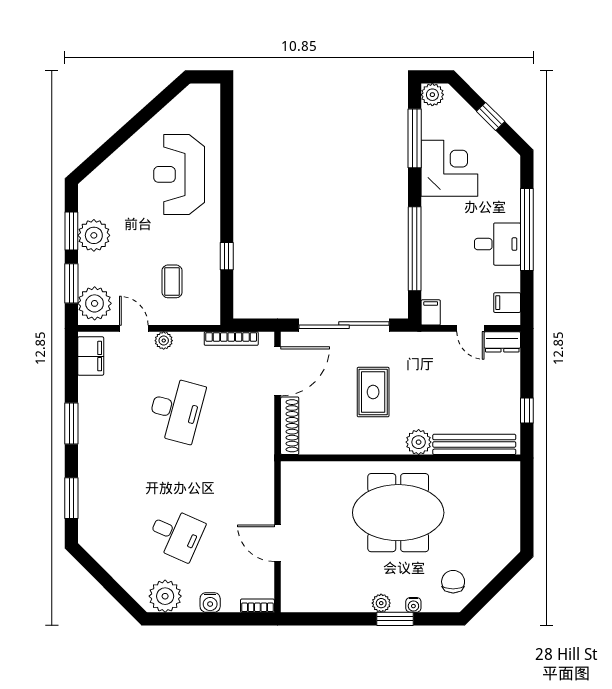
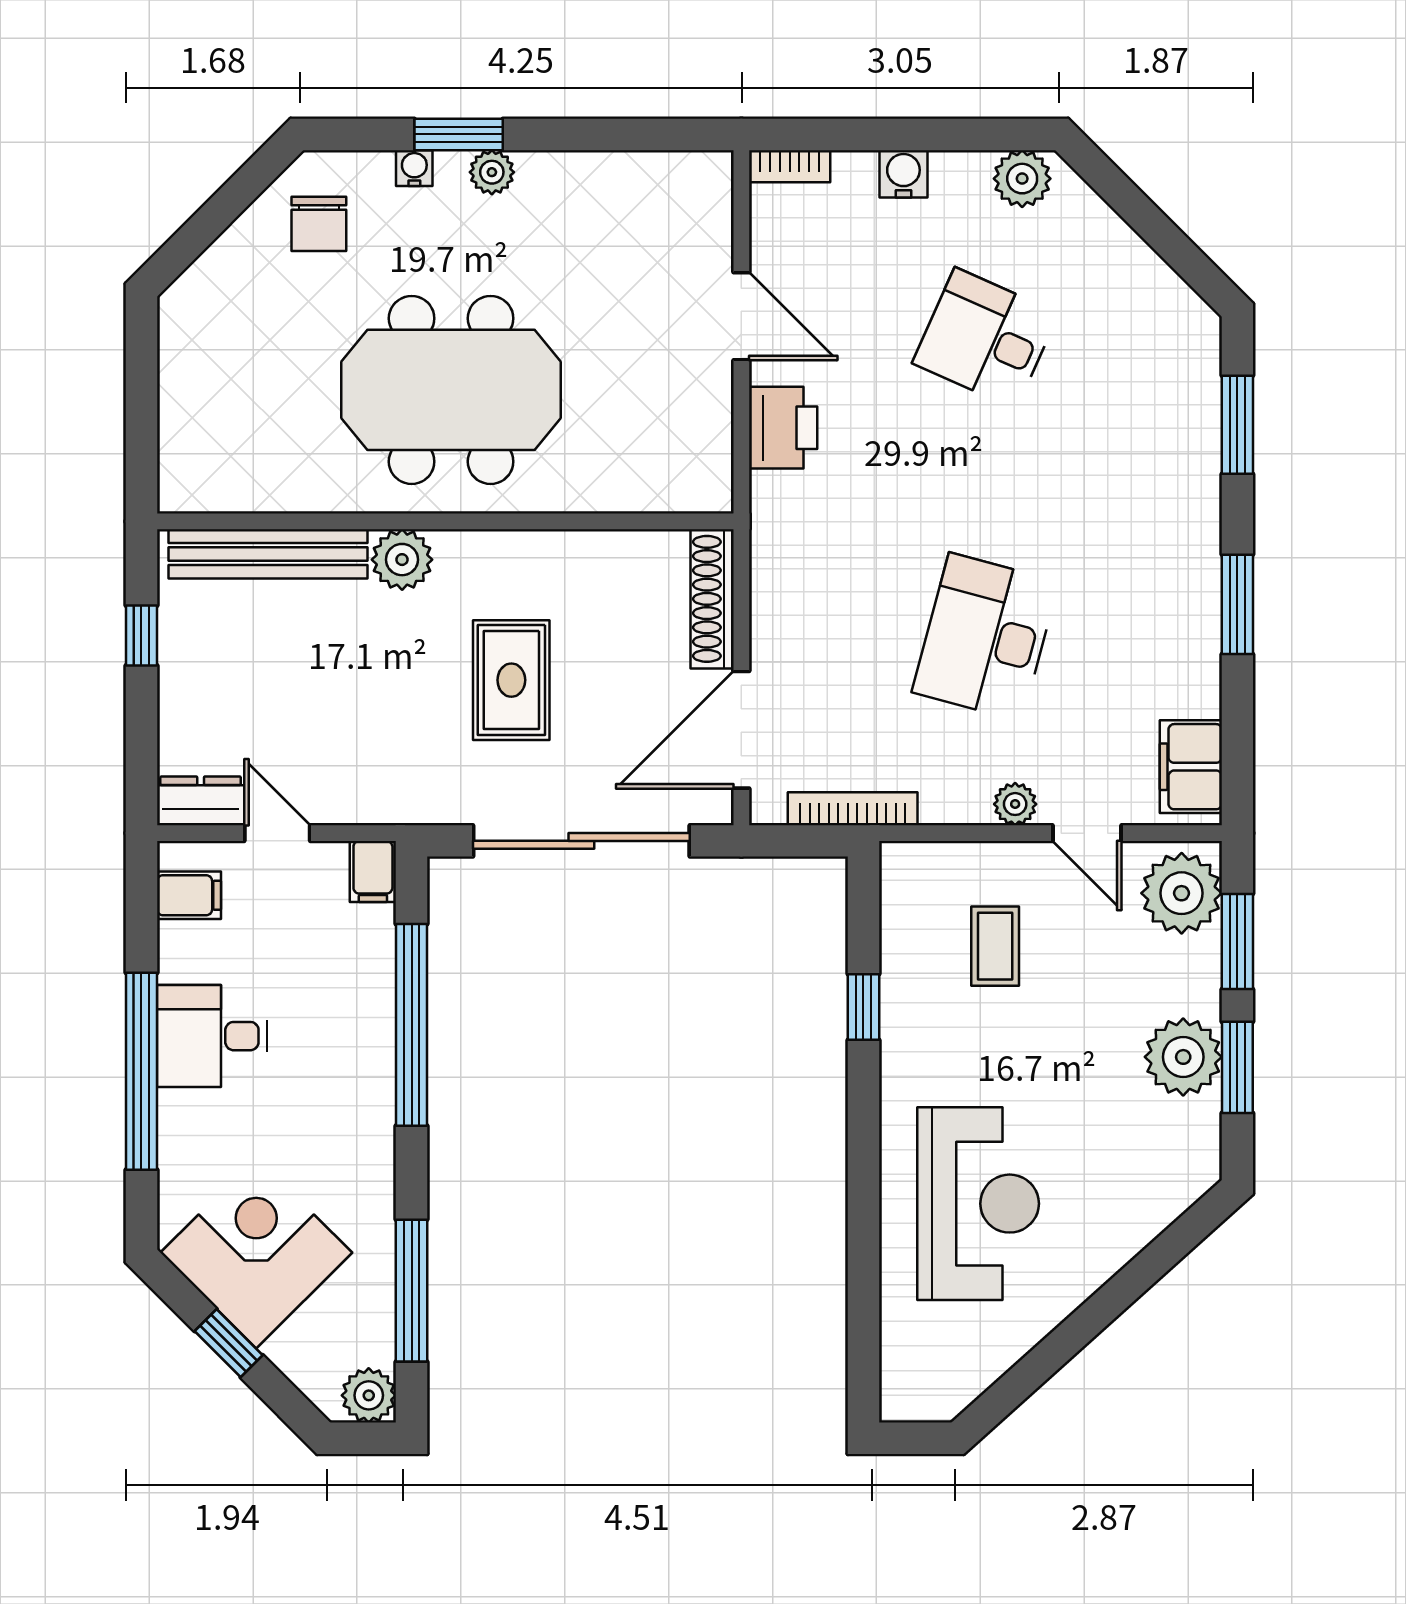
corner desk: (449, 168) -> (256, 1253), moved, turned 135
printer: (260, 497) -> (783, 428), added
plant: (165, 596) -> (1022, 179), width x0.73, depth x0.73

